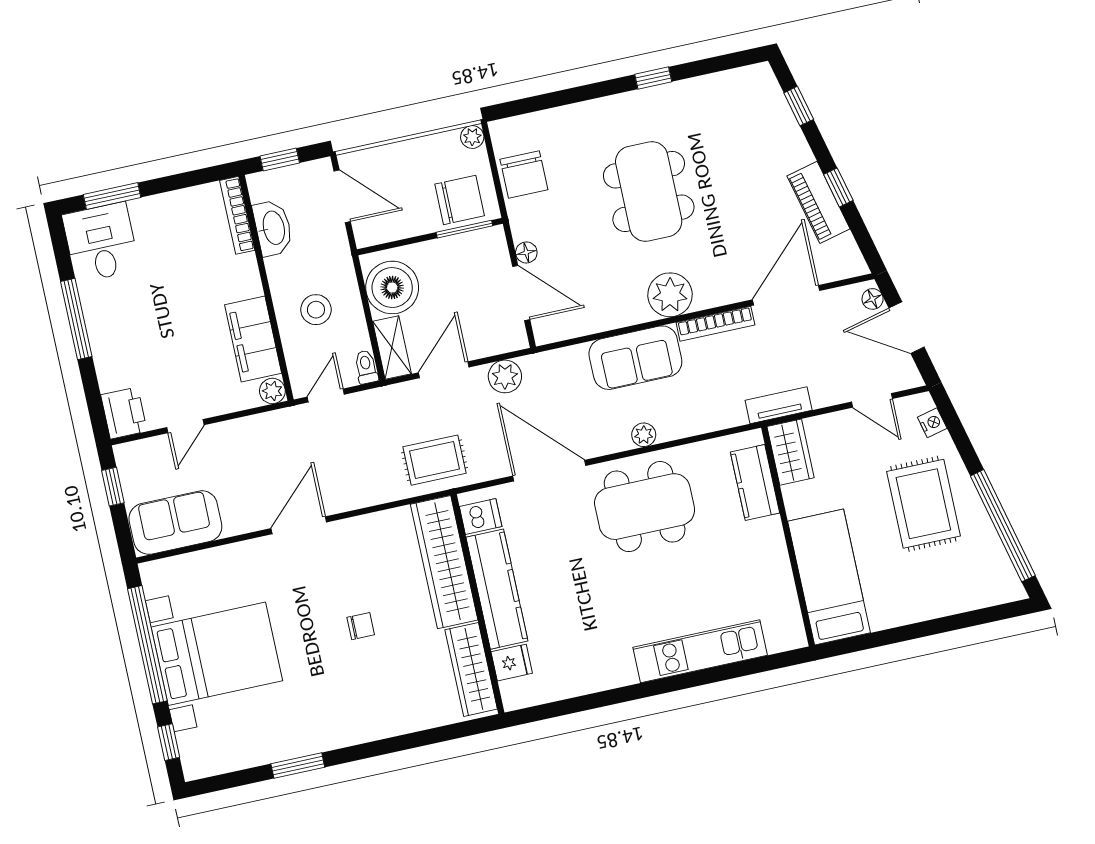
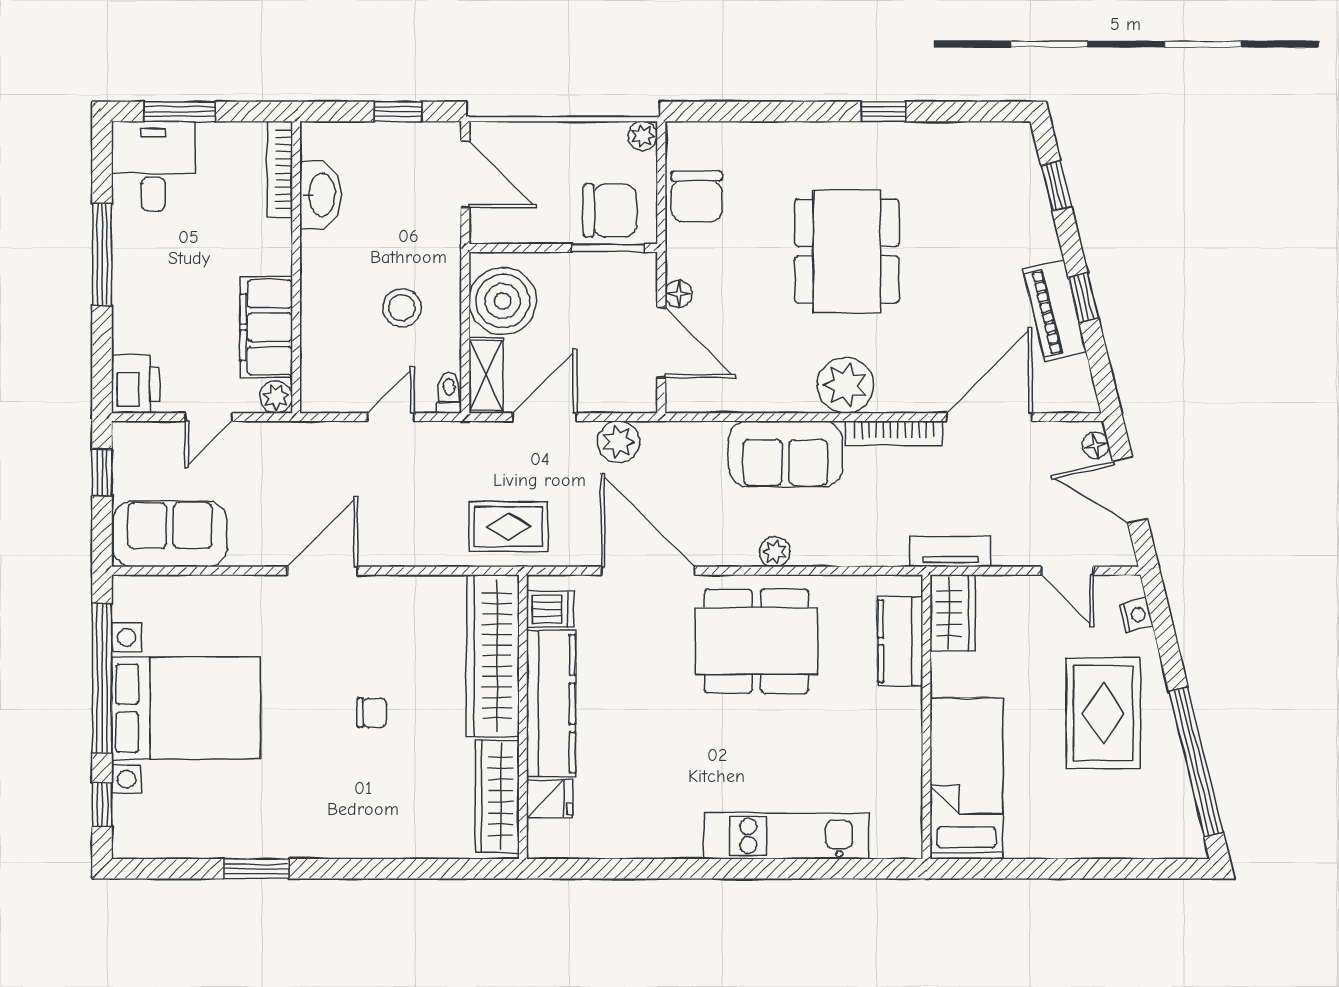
bookcase: (237, 215) -> (280, 169), moved
washbasin: (273, 228) -> (321, 195), moved
wall: (266, 288) -> (296, 267), moved
filing cabinet: (253, 339) -> (266, 327), moved
plant: (272, 391) -> (276, 397), moved

